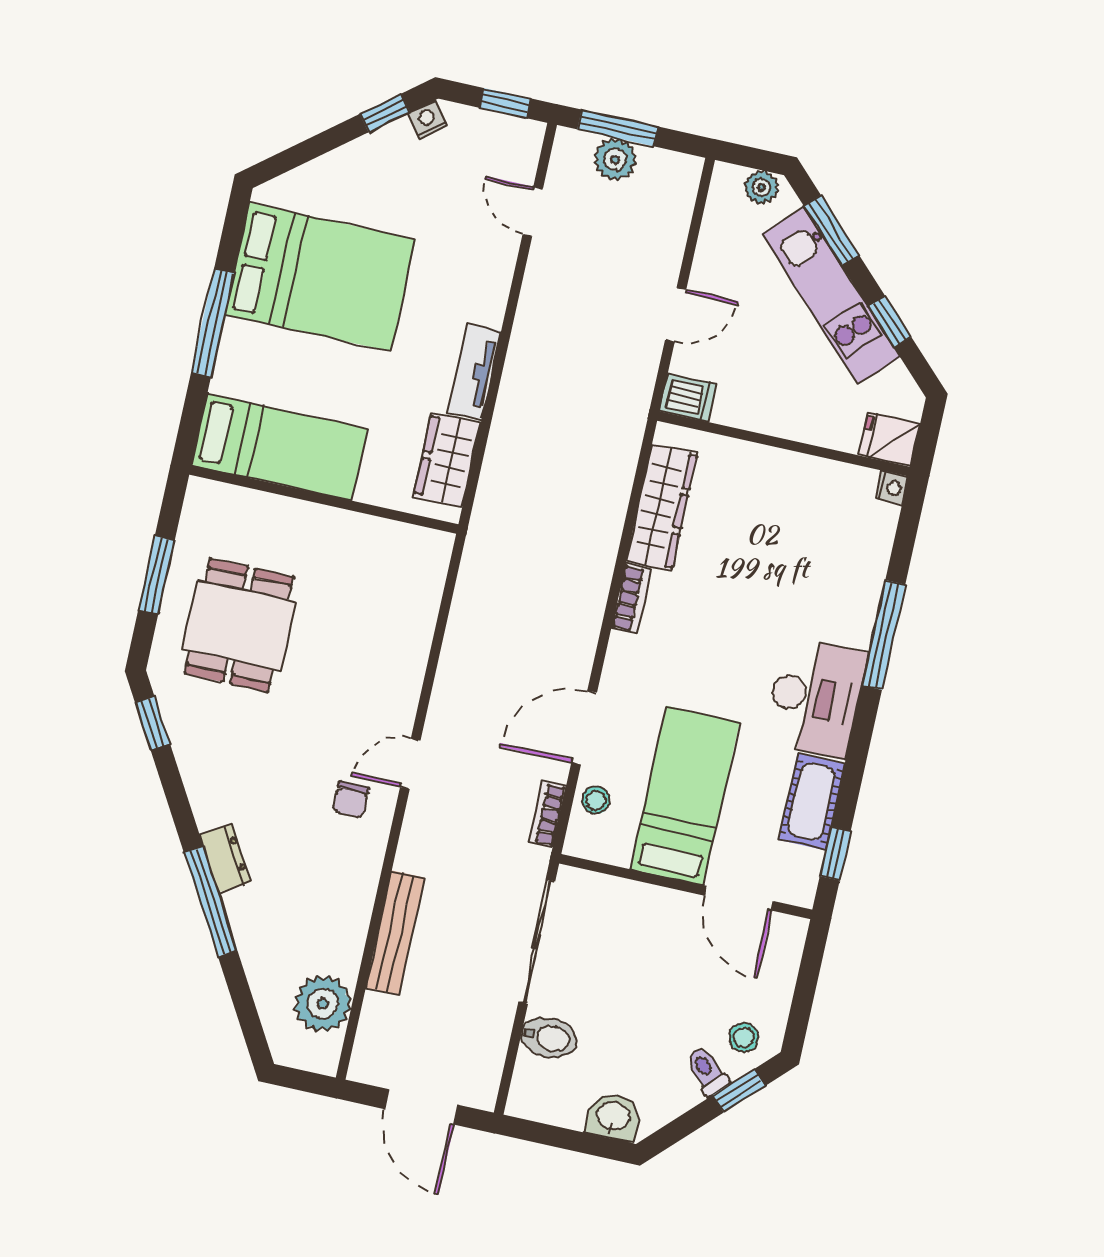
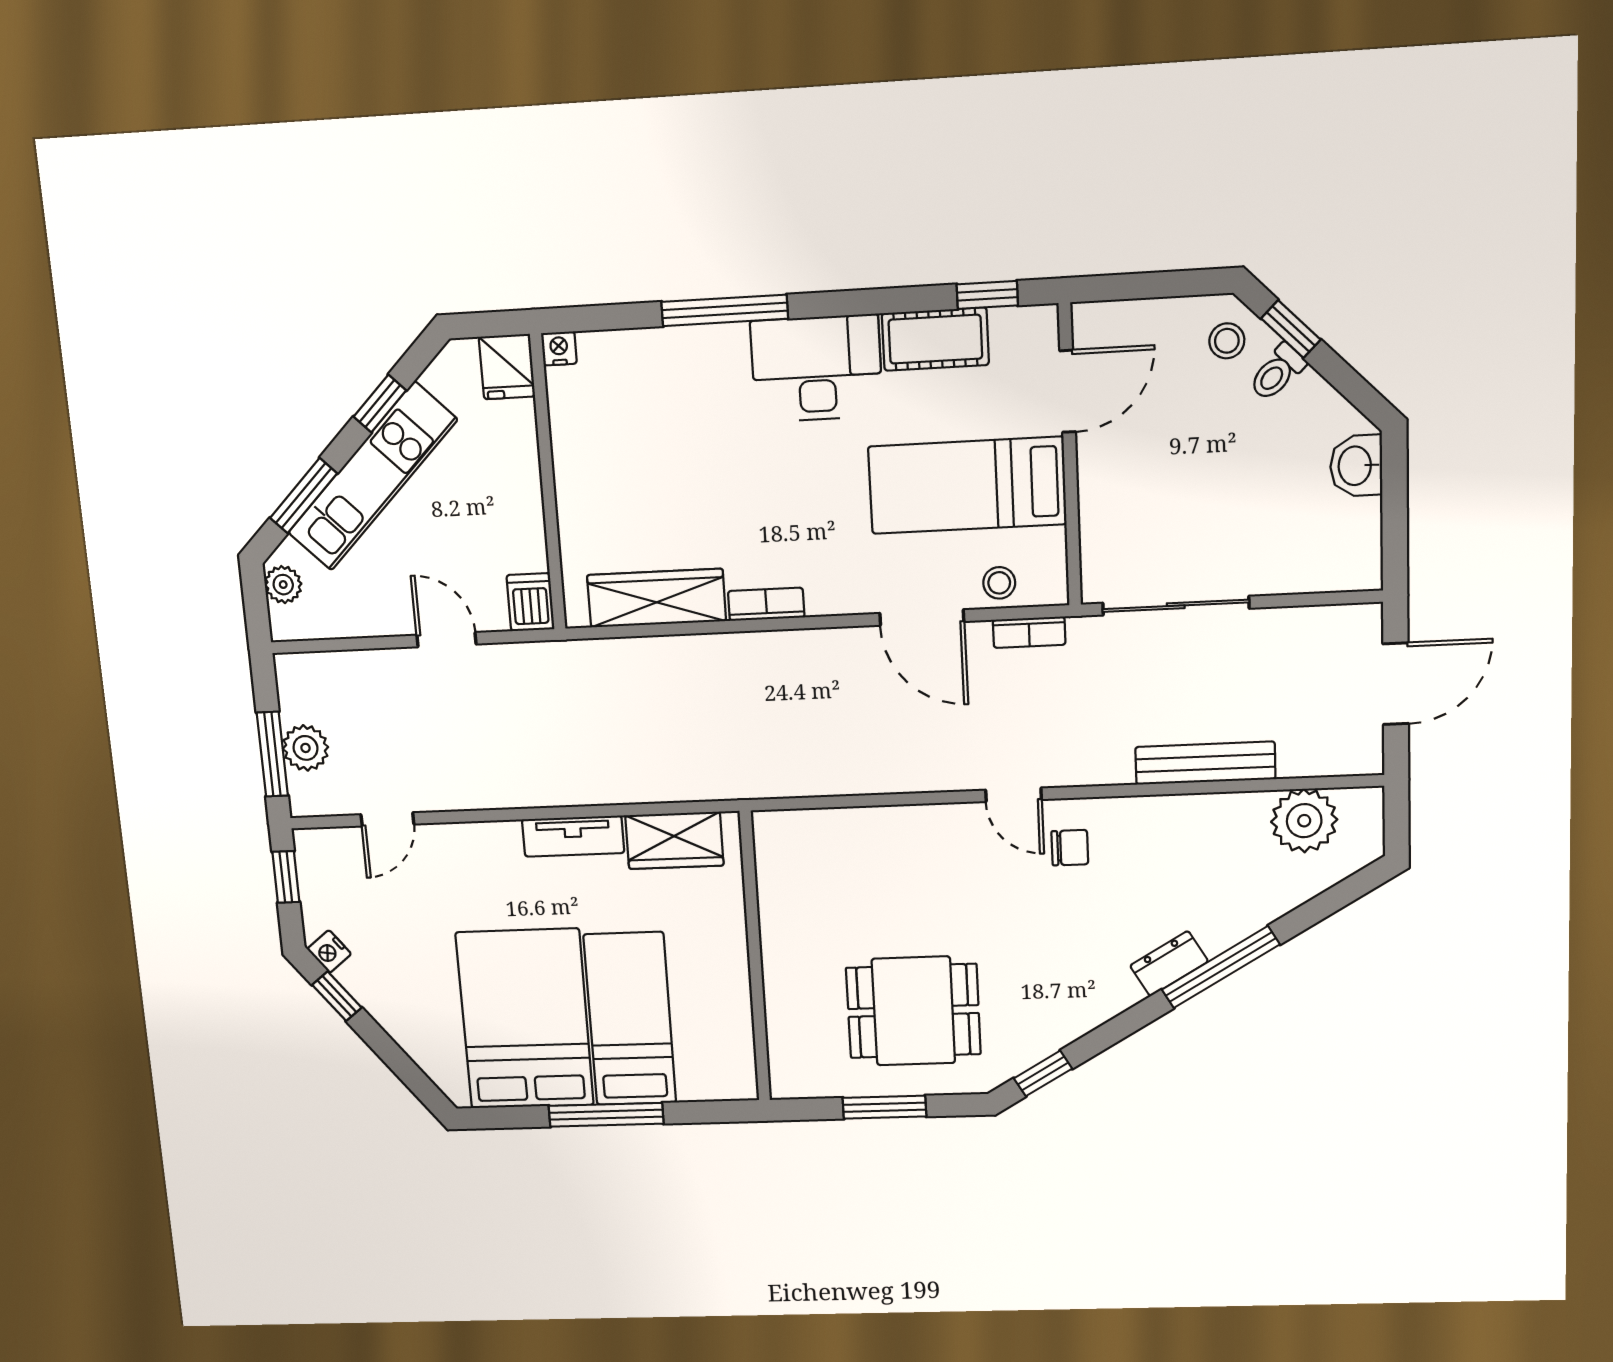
bed: (279, 447) -> (630, 1019), moved
bidet: (549, 1038) -> (1282, 563), removed

